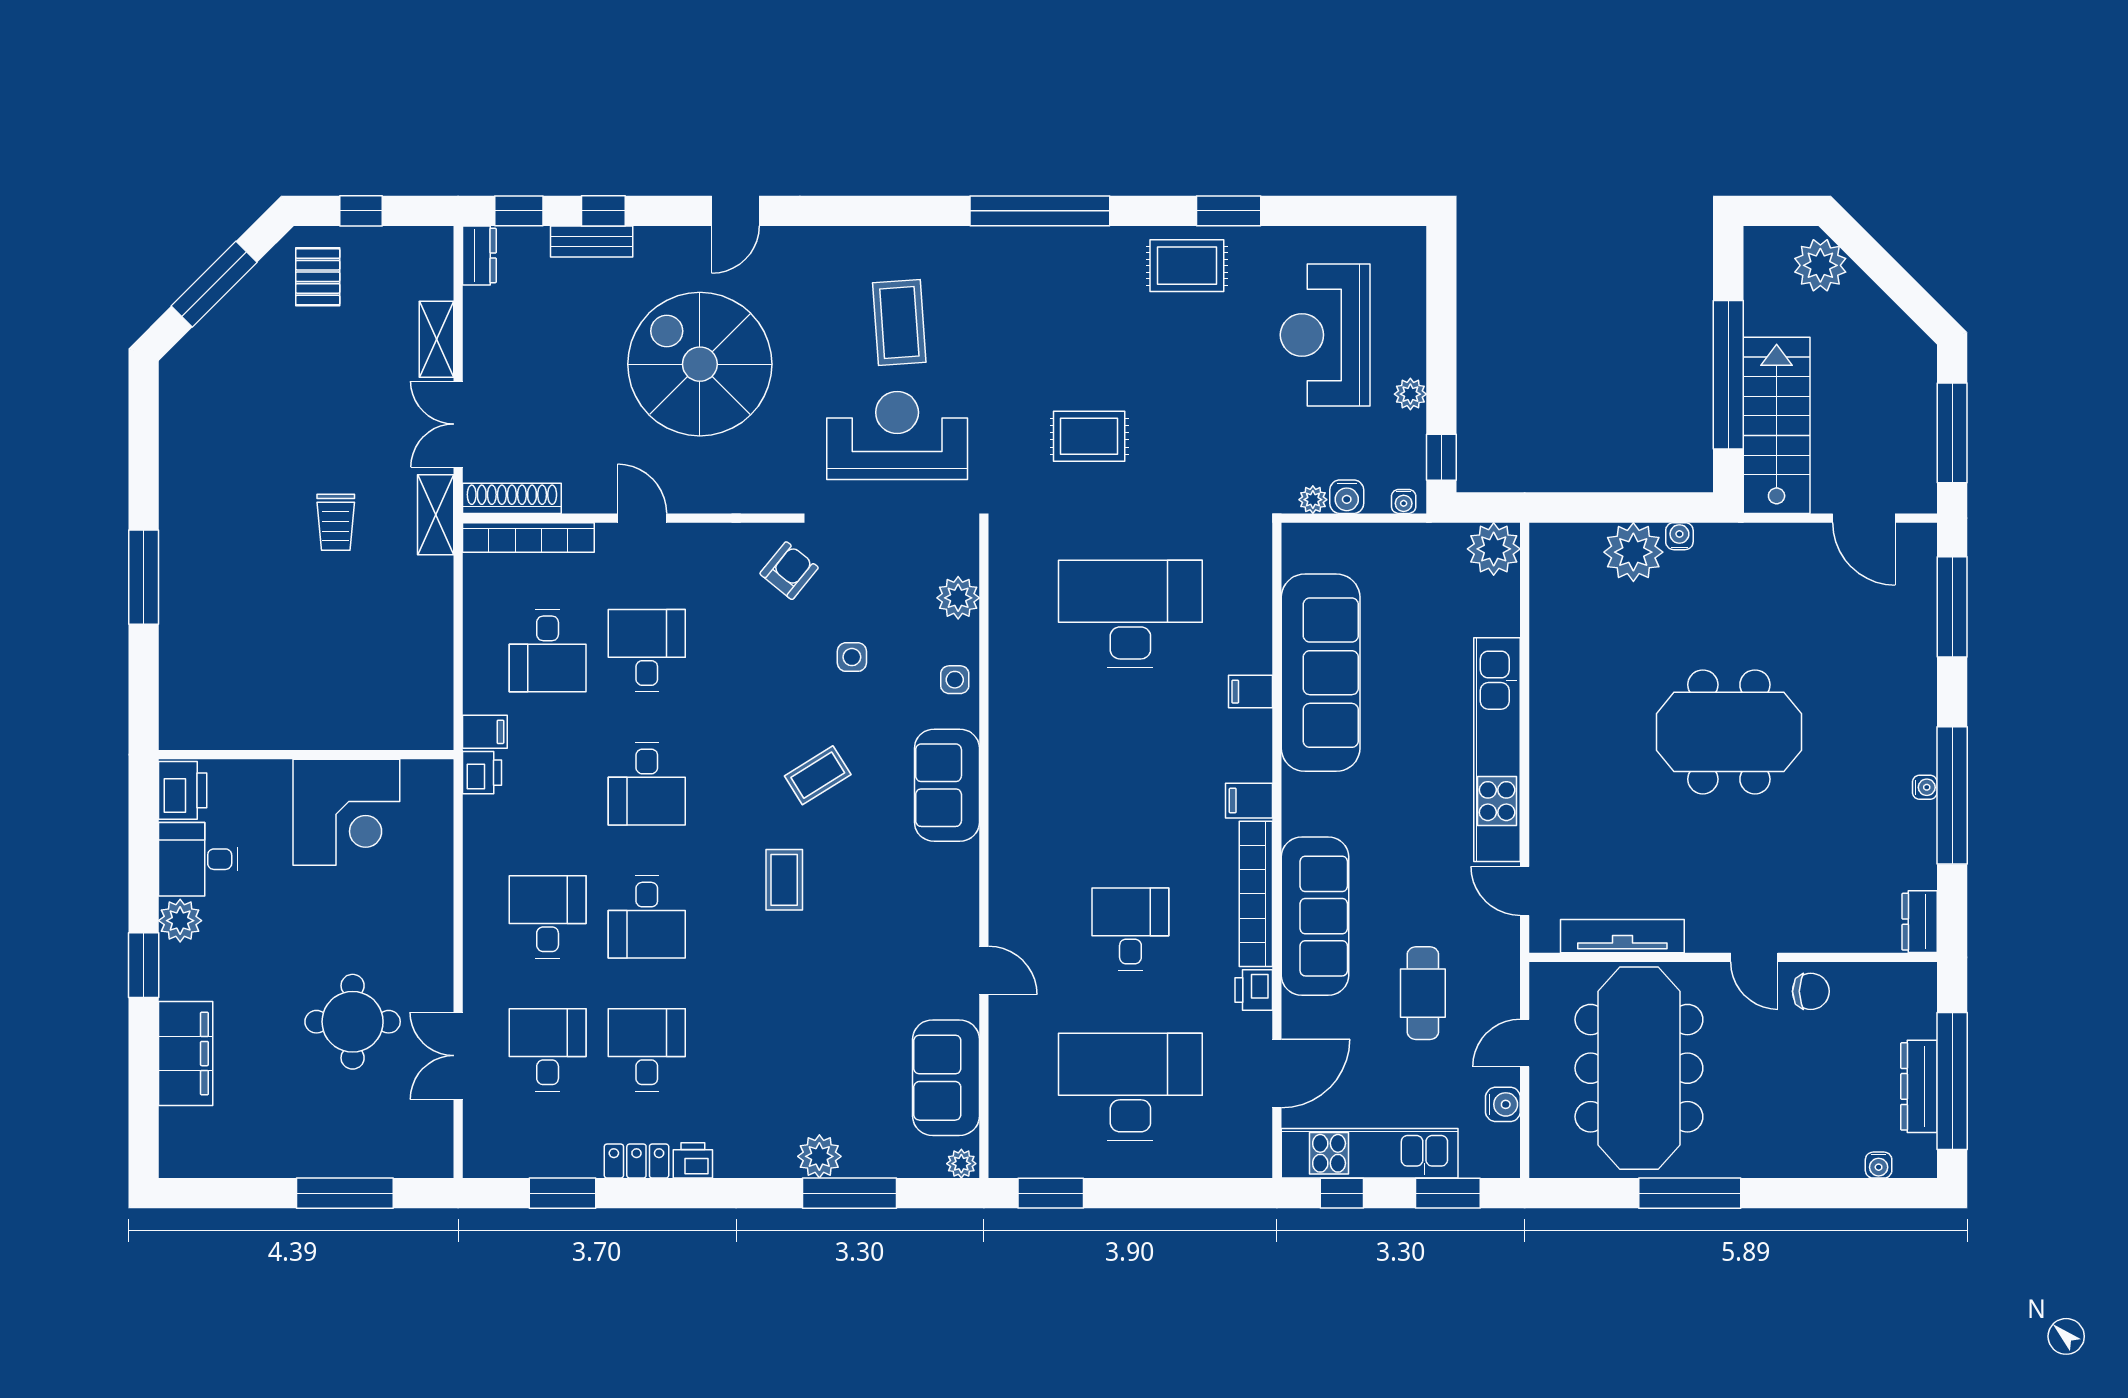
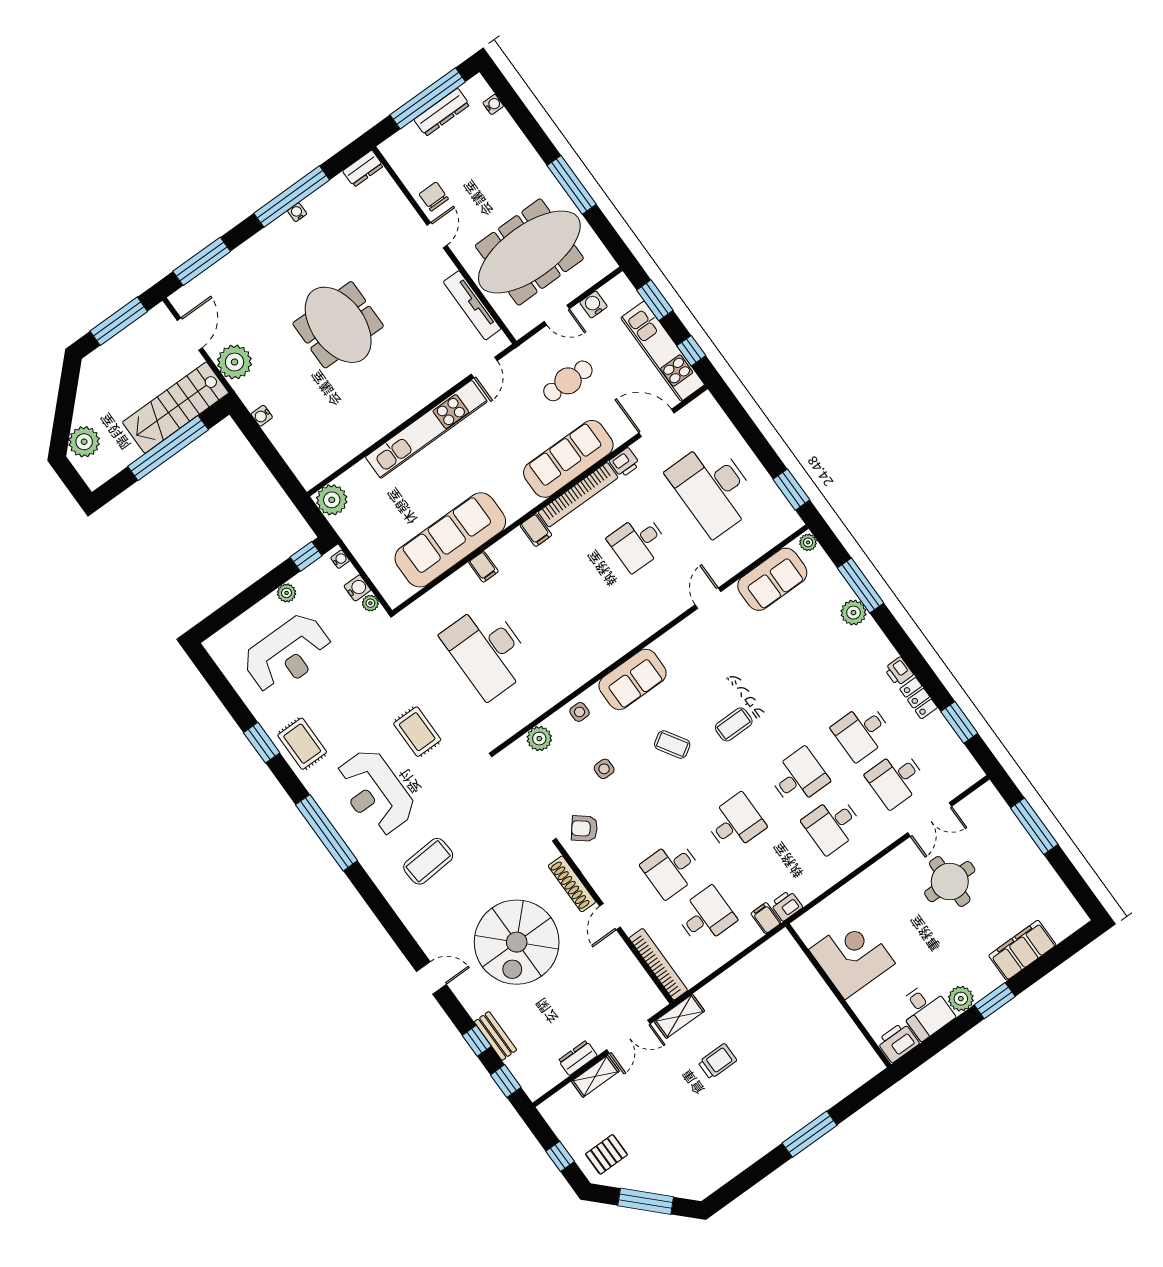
dresser: (479, 256) -> (578, 1058), moved
reception desk: (897, 435) -> (375, 792), moved
shoe rack: (512, 498) -> (572, 884), moved
plant: (1633, 552) -> (235, 362), moved

